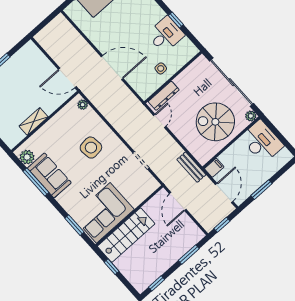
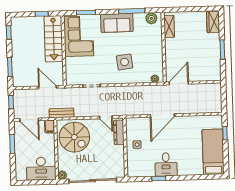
desk: (166, 35) -> (166, 164), moved
shelving: (34, 121) -> (169, 26), moved
spiral stairs: (215, 122) -> (74, 137), moved, turned 90
sofa: (49, 175) -> (117, 23), moved

